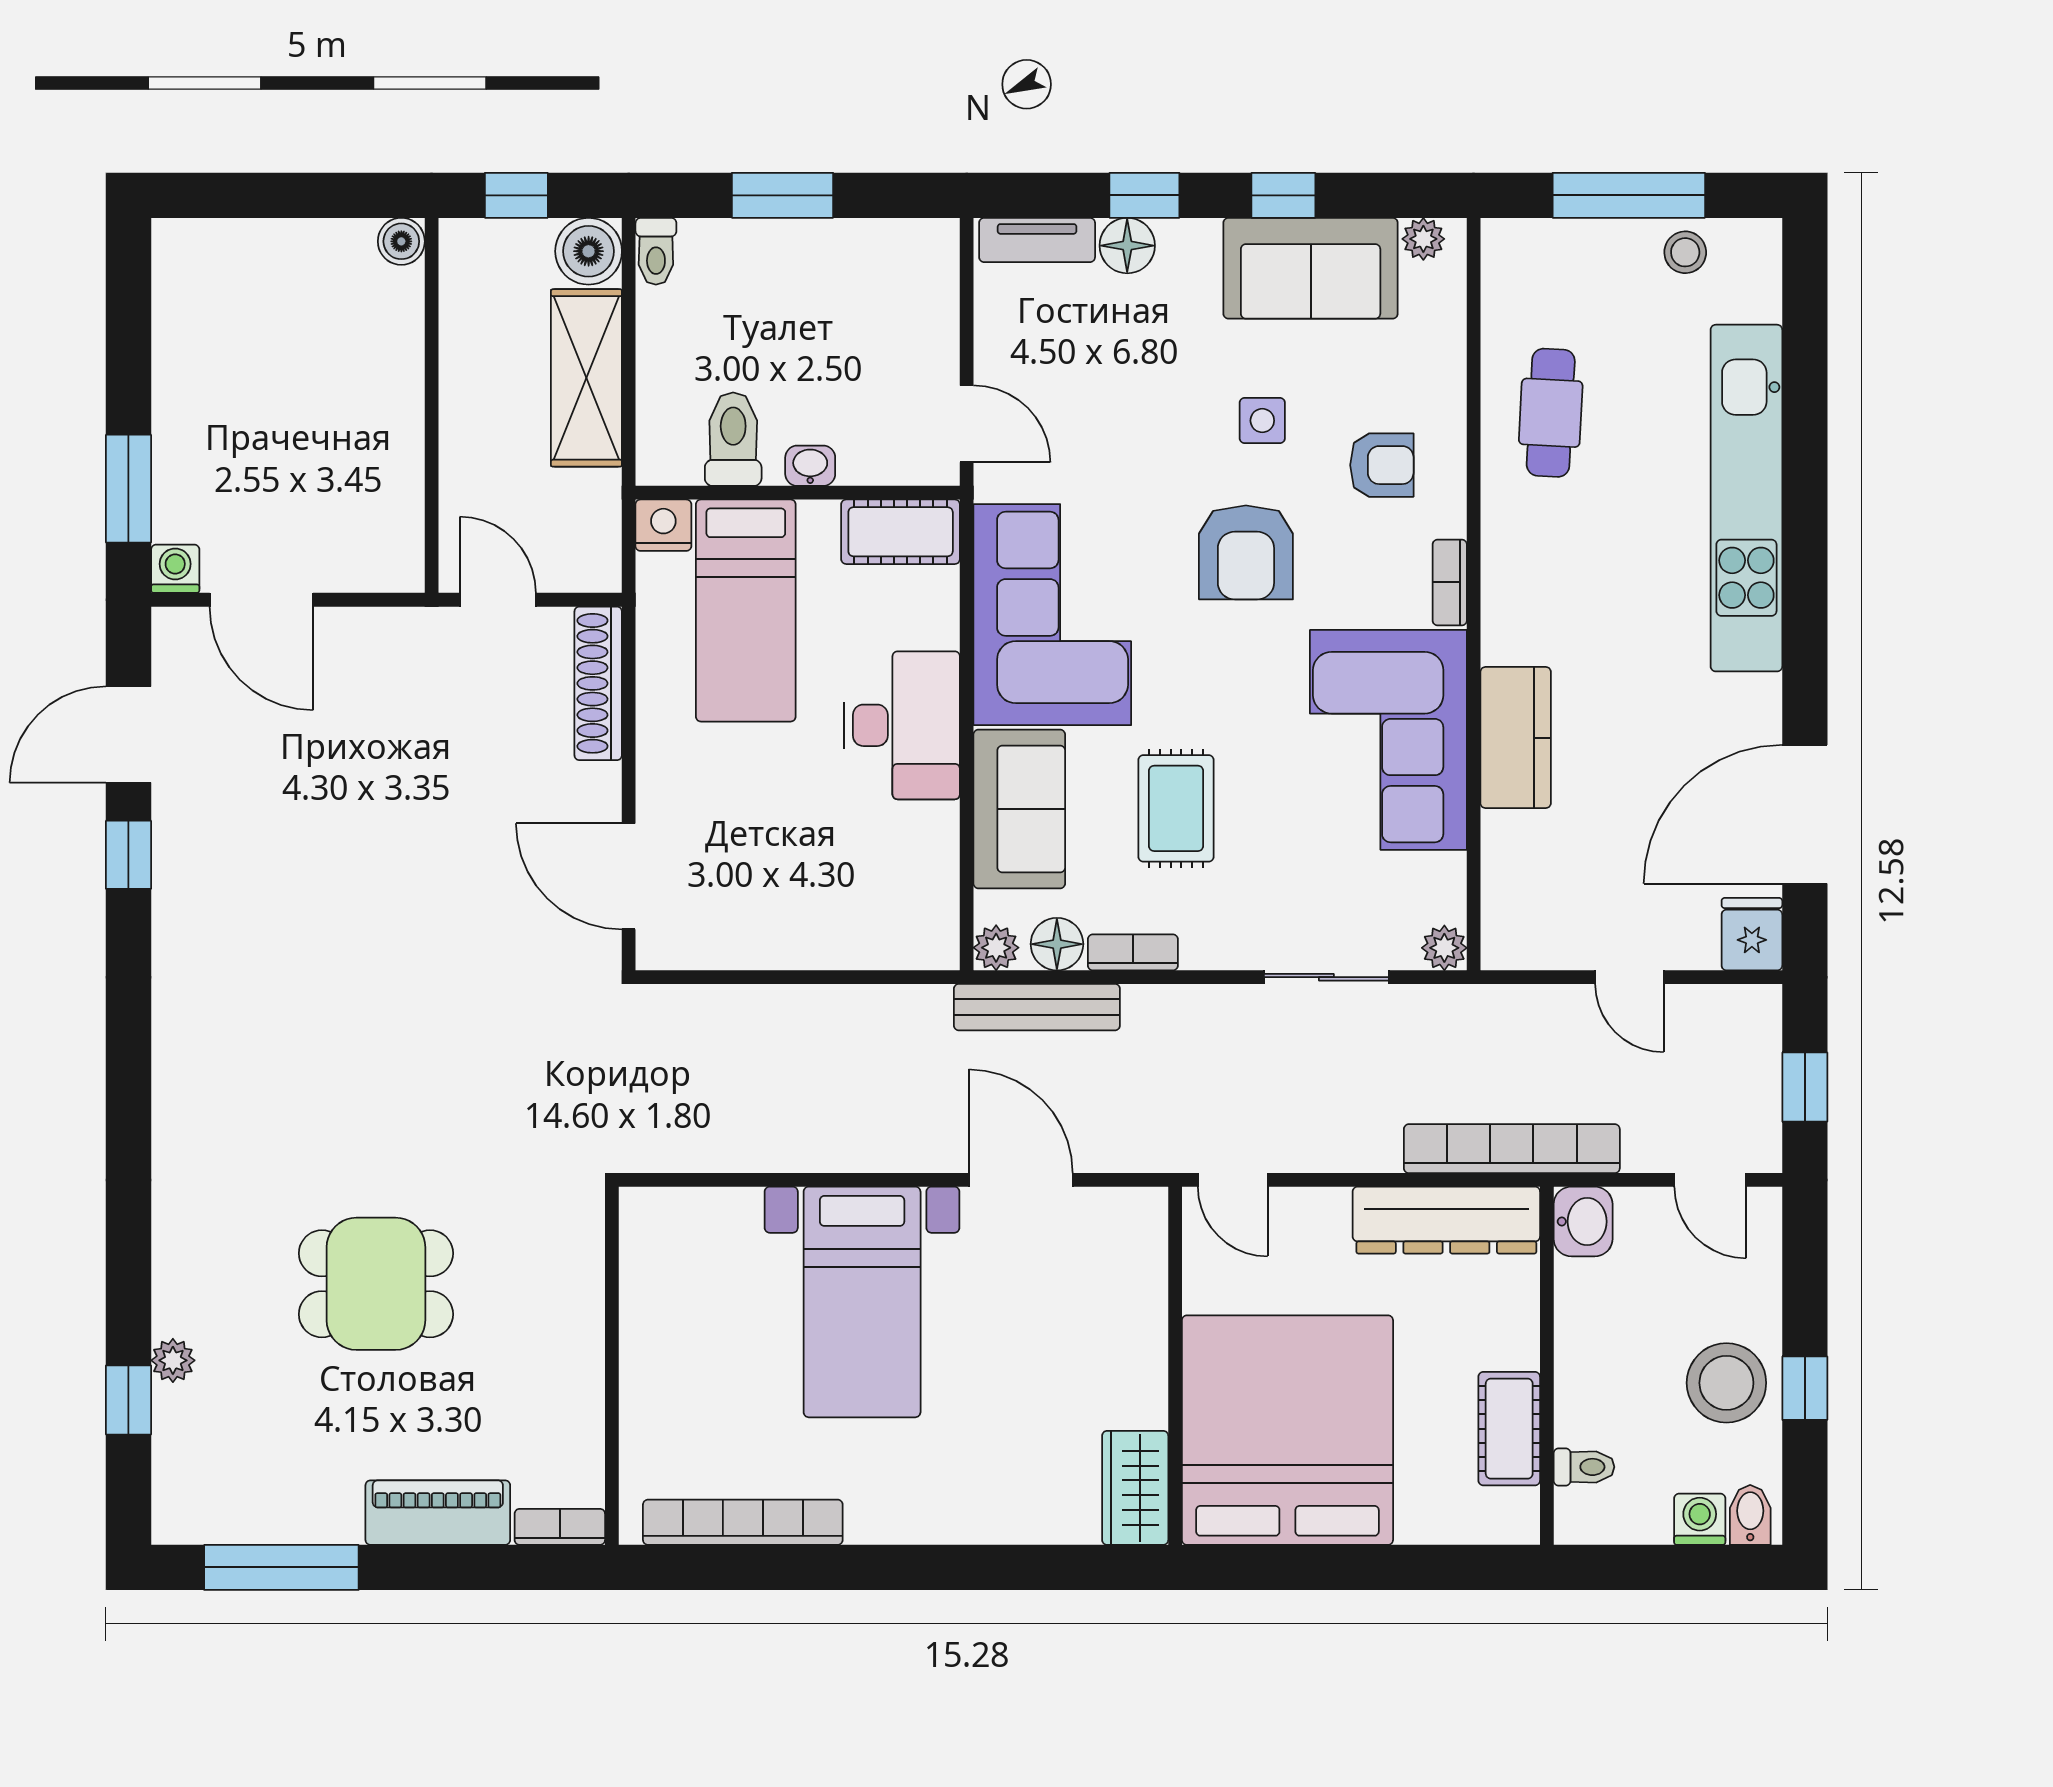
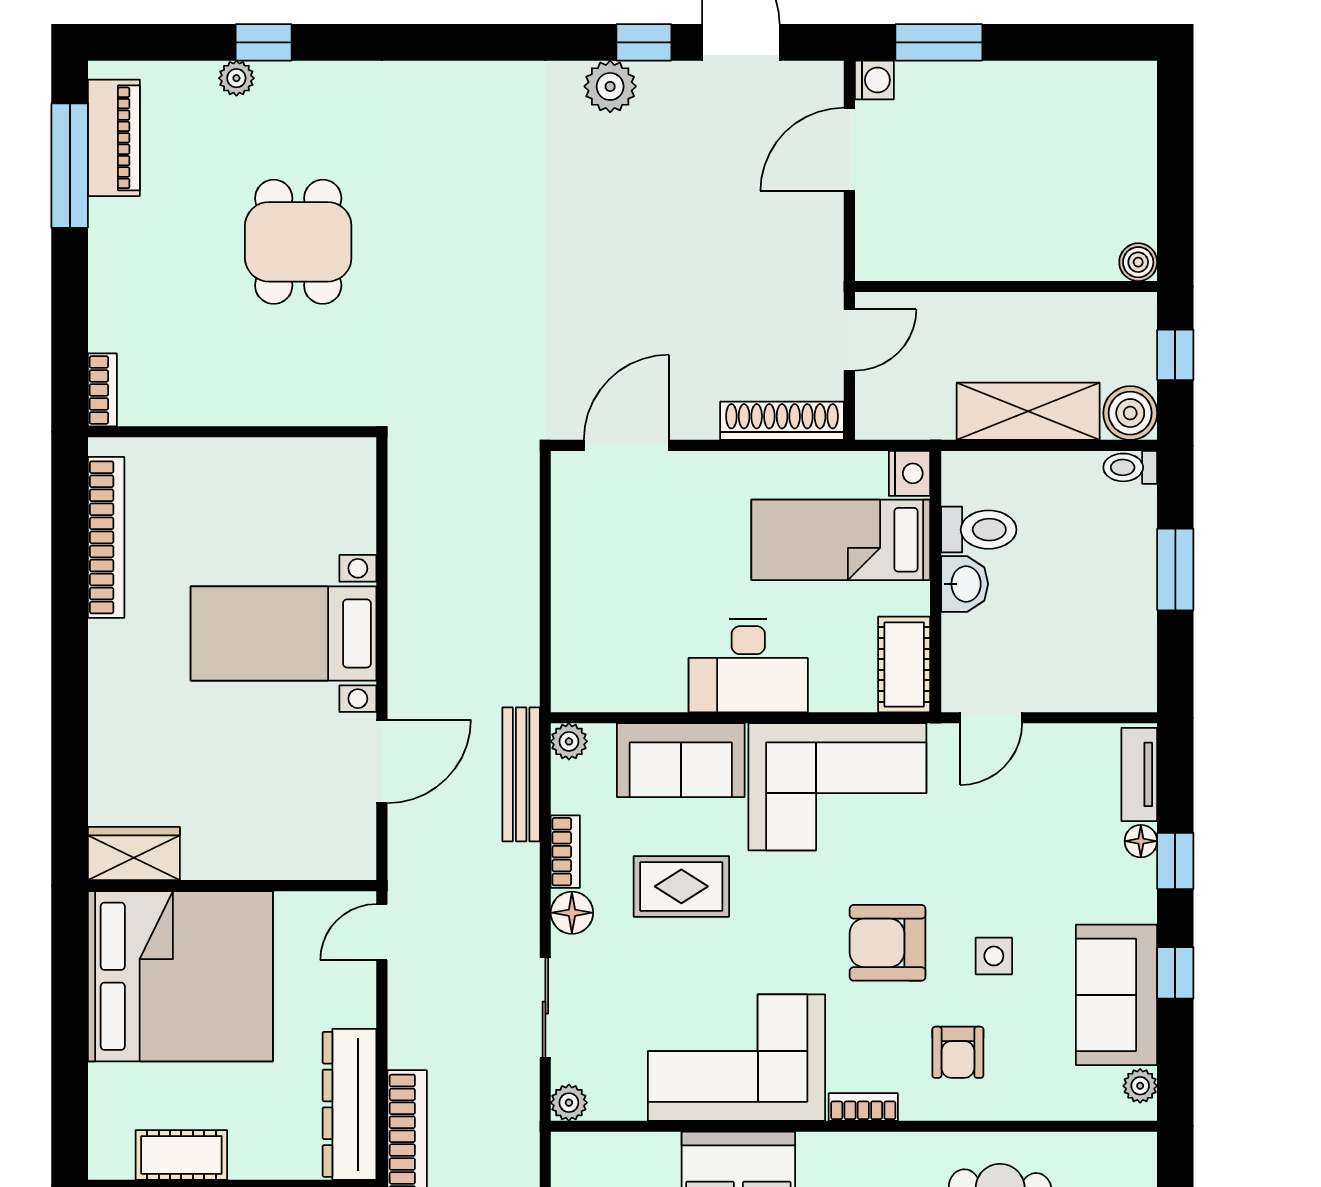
floor lamp: (1127, 246) -> (1141, 841), width x0.73, depth x0.73
washbasin: (810, 466) -> (965, 584), width x1.38, depth x1.45
plant: (183, 897) -> (610, 86), added
floor lamp: (1057, 944) -> (572, 913), moved
window: (128, 1400) -> (264, 42), moved
piano: (438, 1513) -> (114, 138), moved

